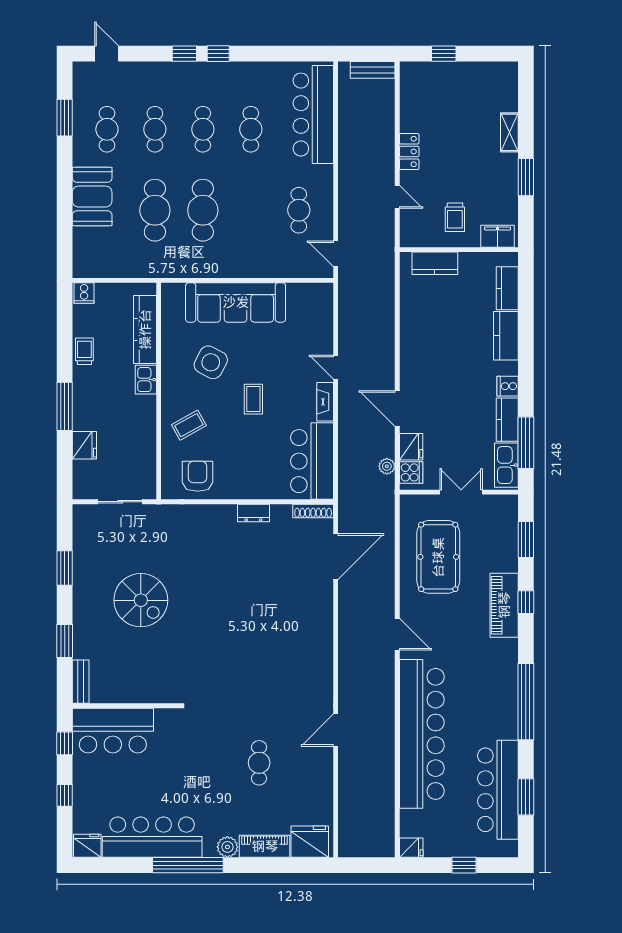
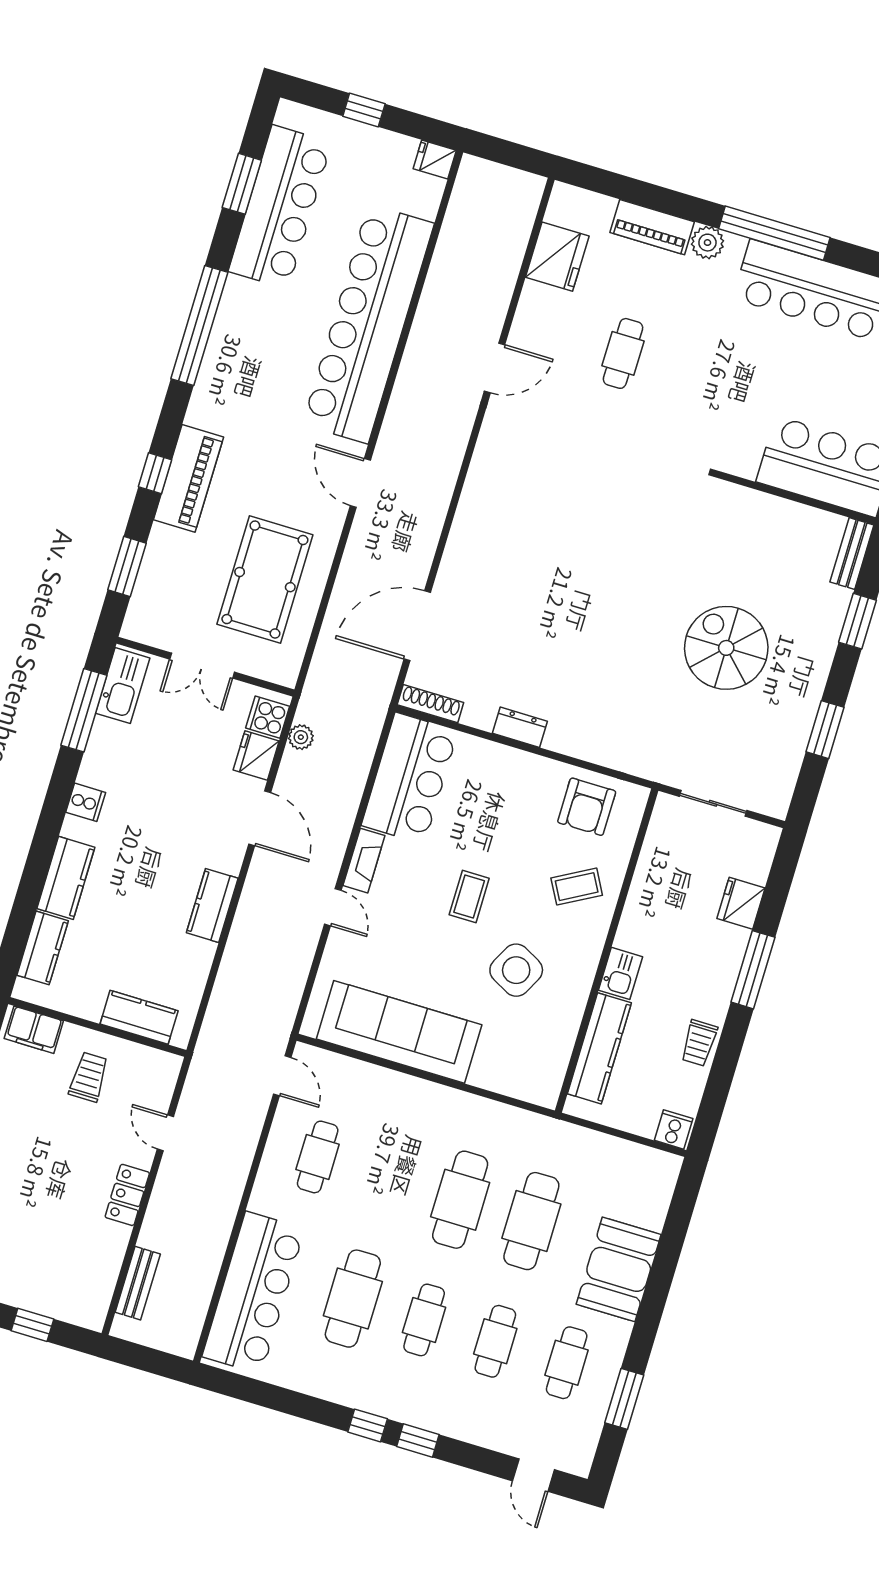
bench: (373, 70) -> (138, 1283), moved, turned 90
cafe table: (251, 129) -> (353, 1299), width x1.37, depth x1.35
sofa: (236, 302) -> (399, 1032), moved
kitchen counter: (507, 420) -> (212, 905), moved, turned 180
fridge: (310, 842) -> (557, 257), moved, turned -90

